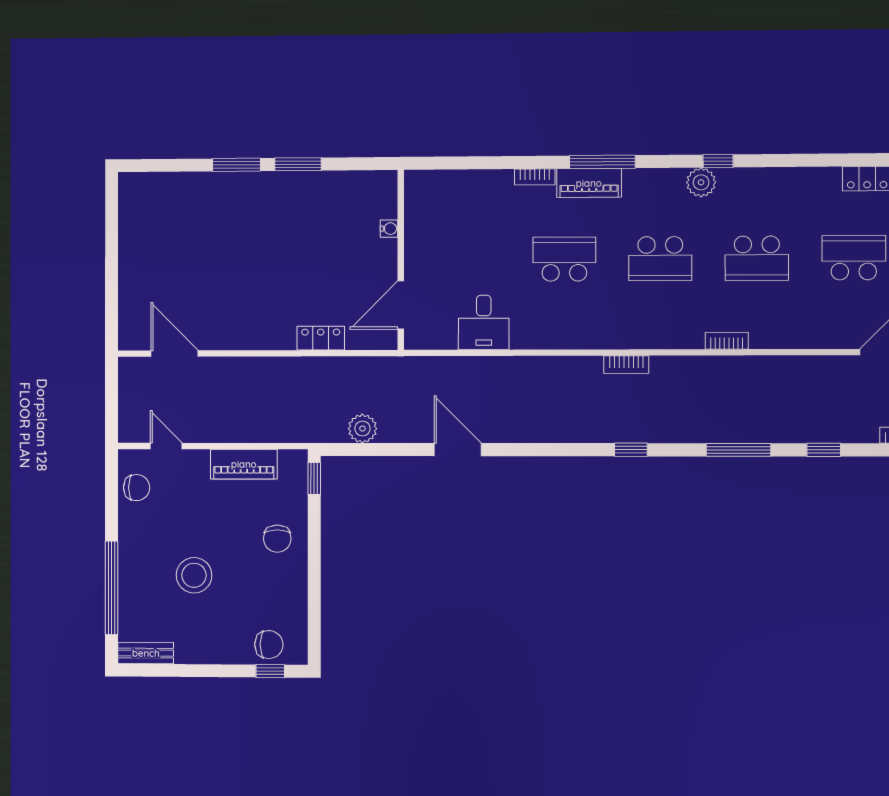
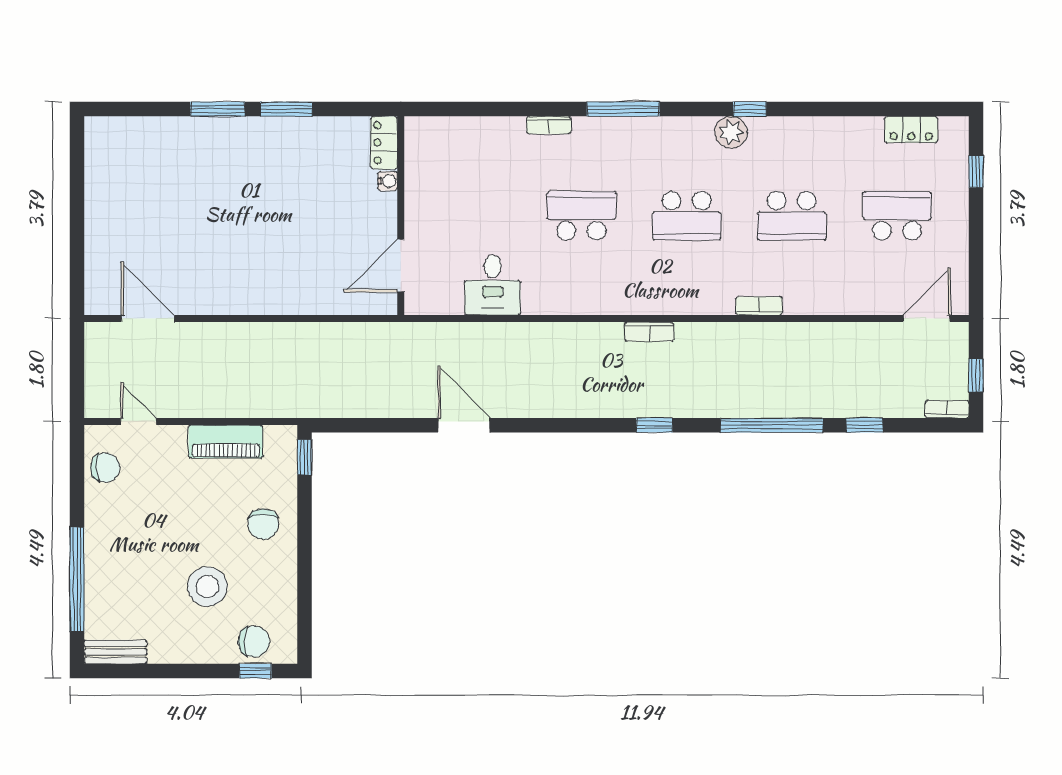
piano: (589, 183) -> (609, 132), removed
locker: (321, 338) -> (384, 143), moved, turned -90
plant: (362, 429) -> (358, 402), removed
window: (738, 450) -> (772, 425), width x1.46
stool: (194, 575) -> (207, 586), moved

